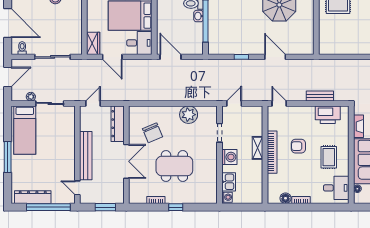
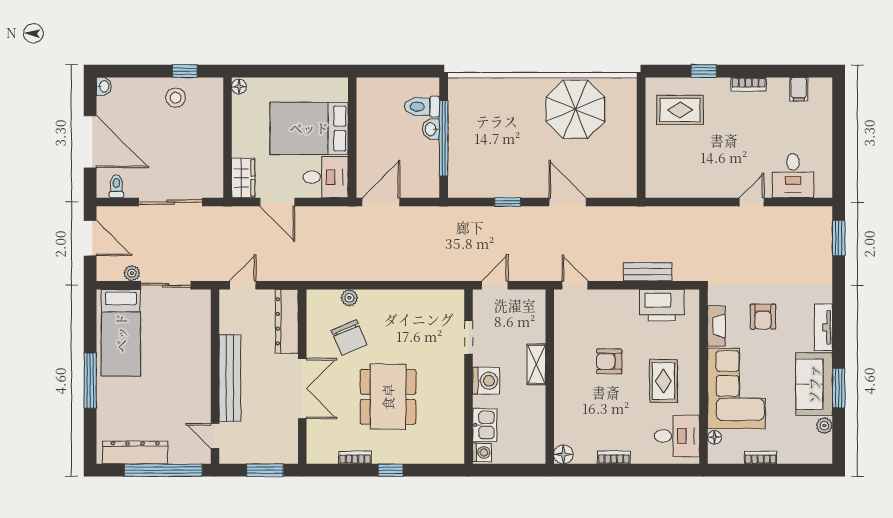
door: (170, 57) -> (381, 202), hinge flipped
door: (8, 77) -> (90, 238), hinge flipped
plant: (189, 115) -> (349, 298), moved, width x0.53, depth x0.53
bookcase: (272, 152) -> (562, 372), removed
dining table: (174, 166) -> (388, 397), turned 90
floor lamp: (286, 198) -> (563, 454), moved

